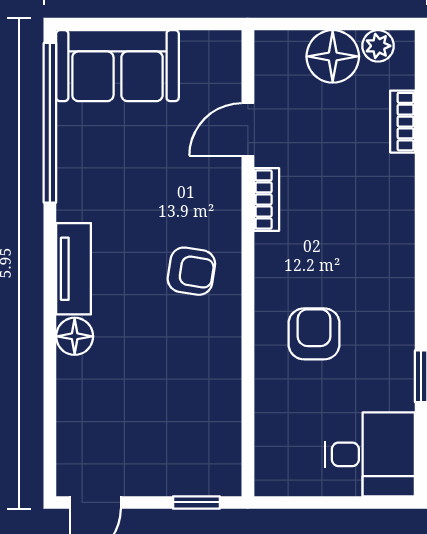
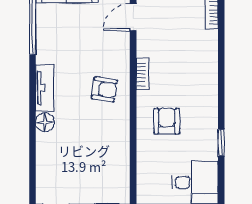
bookcase: (267, 199) -> (143, 74), moved

